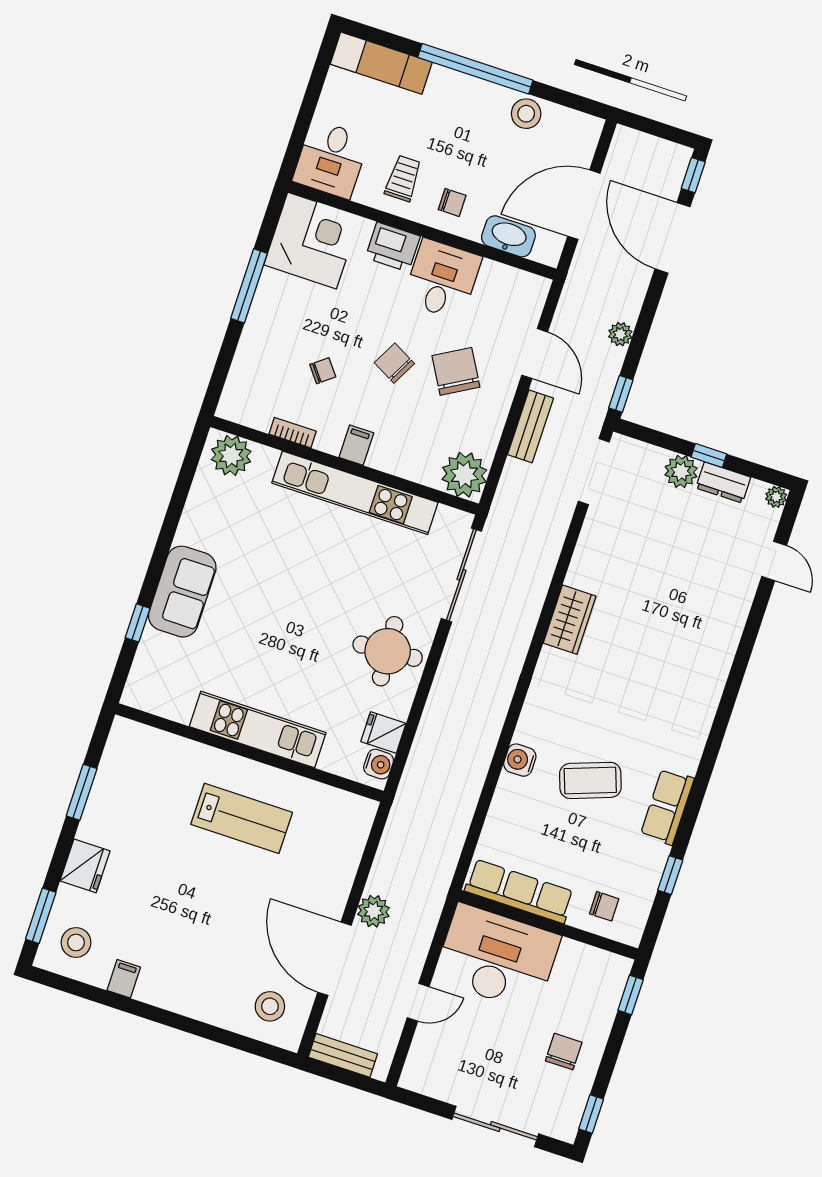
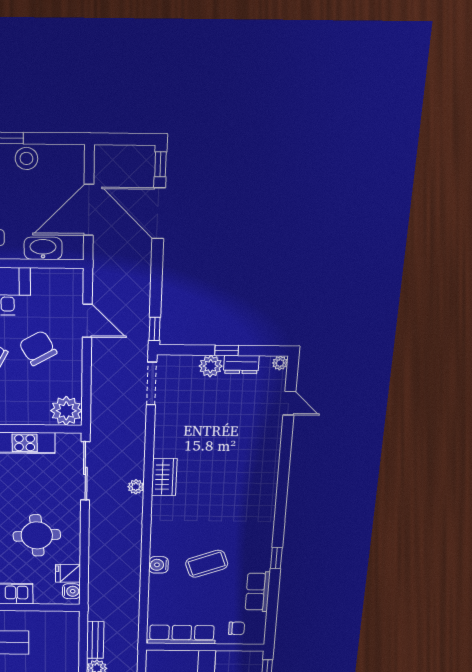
plant: (620, 334) -> (136, 487), moved
bench: (530, 426) -> (95, 640), moved
round table: (388, 651) -> (37, 535), moved
row of seats: (667, 807) -> (258, 592), moved
window: (670, 875) -> (276, 558), moved

